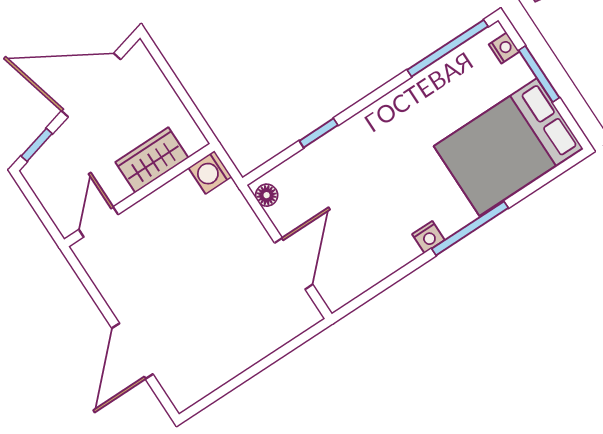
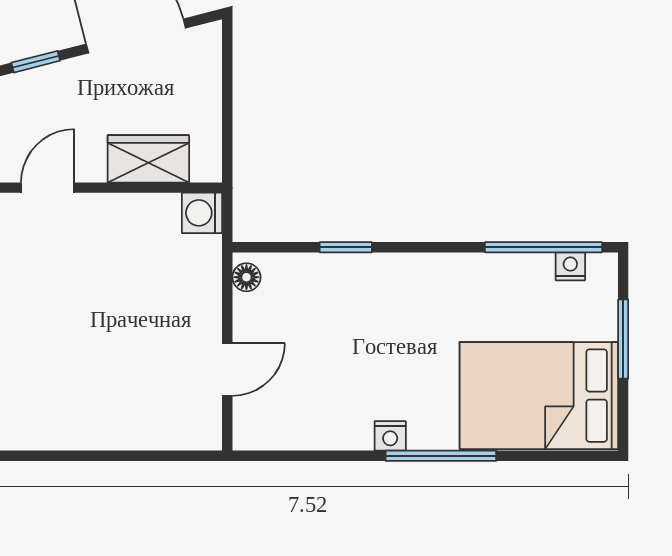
nightstand: (504, 48) -> (570, 266), moved, turned -90
door: (294, 264) -> (227, 370), width x0.73

